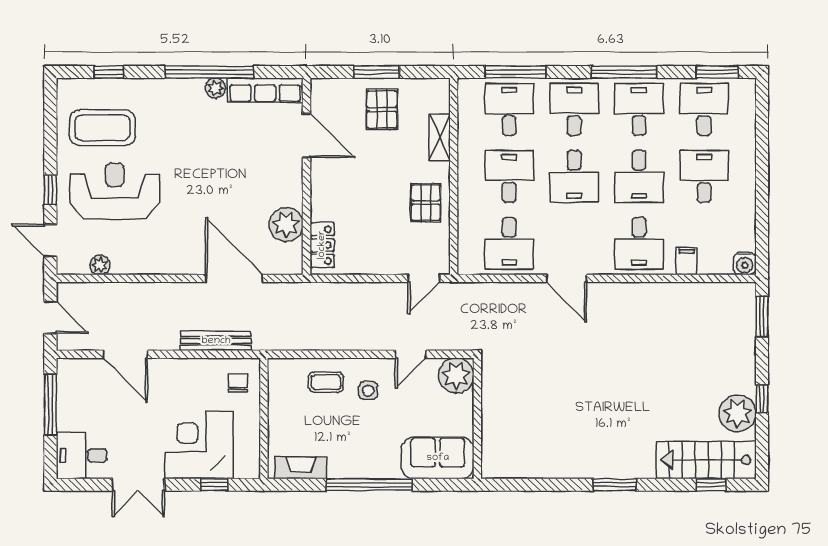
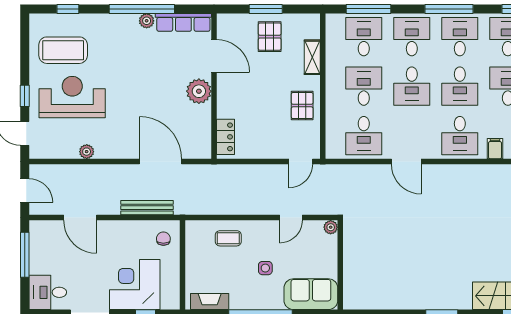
plant: (286, 224) -> (199, 91), moved
plant: (100, 265) -> (87, 152), moved
plant: (456, 375) -> (331, 227), width x0.53, depth x0.53
side table: (368, 391) -> (265, 268), moved

